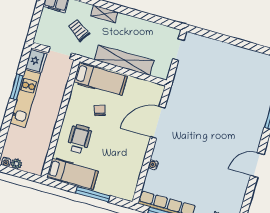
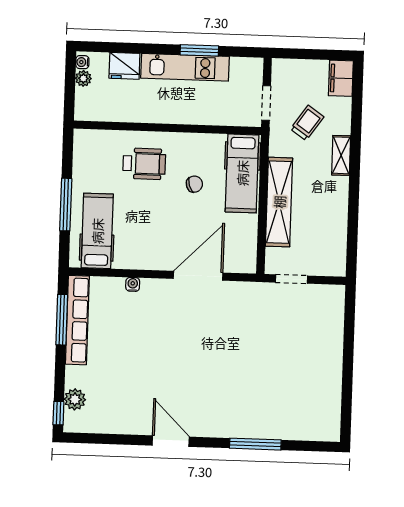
doorway: (178, 50) -> (291, 279), moved
fridge: (36, 61) -> (124, 66), moved
door: (158, 122) -> (198, 276), hinge flipped
hospital bed: (72, 174) -> (97, 231), moved, turned 180

